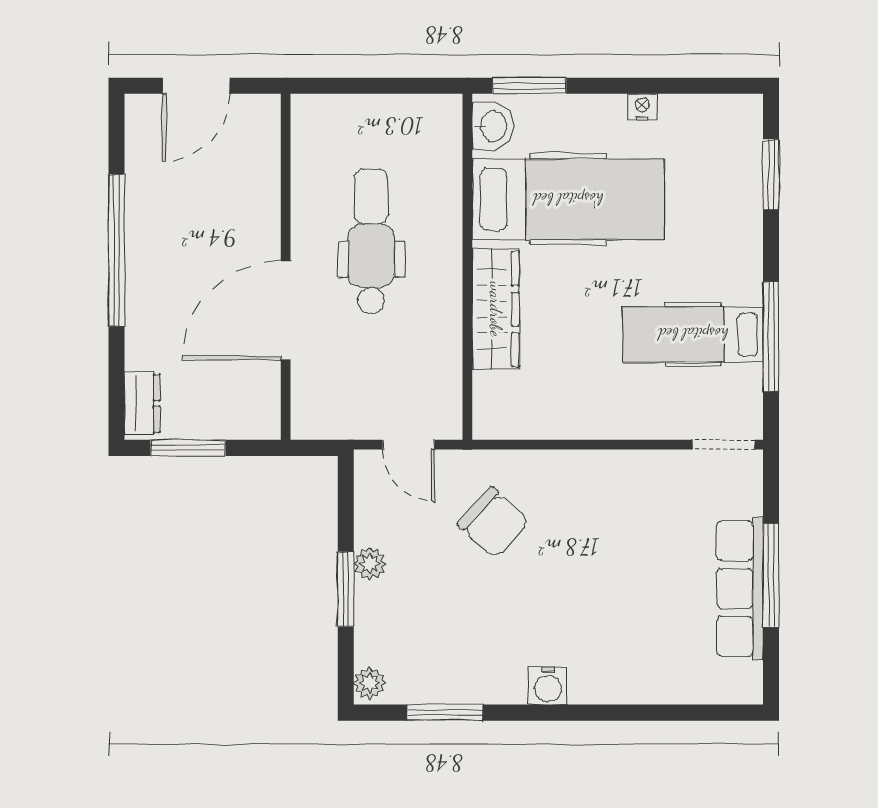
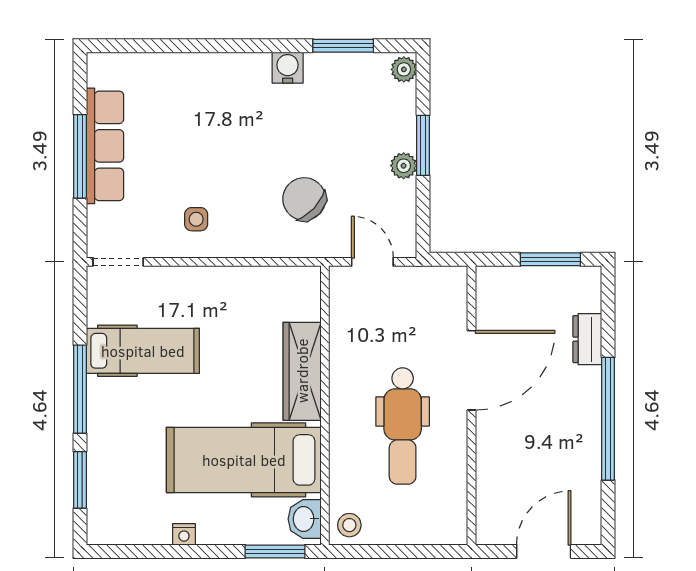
stool: (437, 119) -> (349, 525), added
window: (771, 337) -> (80, 389), moved
dresser: (142, 403) -> (587, 339), moved
side table: (627, 498) -> (196, 219), added
water cooler: (548, 685) -> (288, 68), moved

